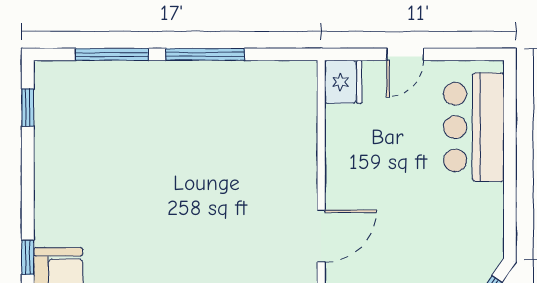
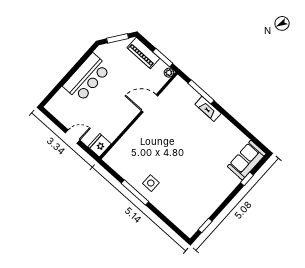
window: (112, 54) -> (164, 219), removed
side table: (192, 97) -> (151, 183), added
bar counter: (474, 127) -> (87, 78), moved

